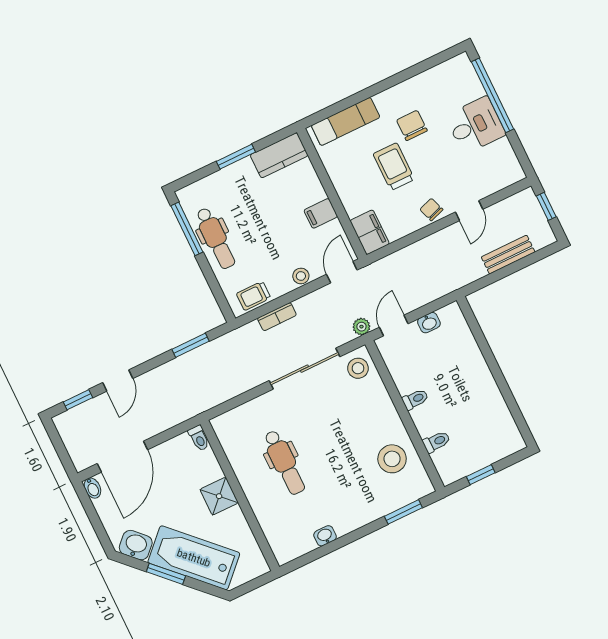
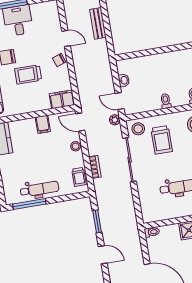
door: (118, 380) -> (103, 255), moved
trolley: (351, 411) -> (162, 140), added

